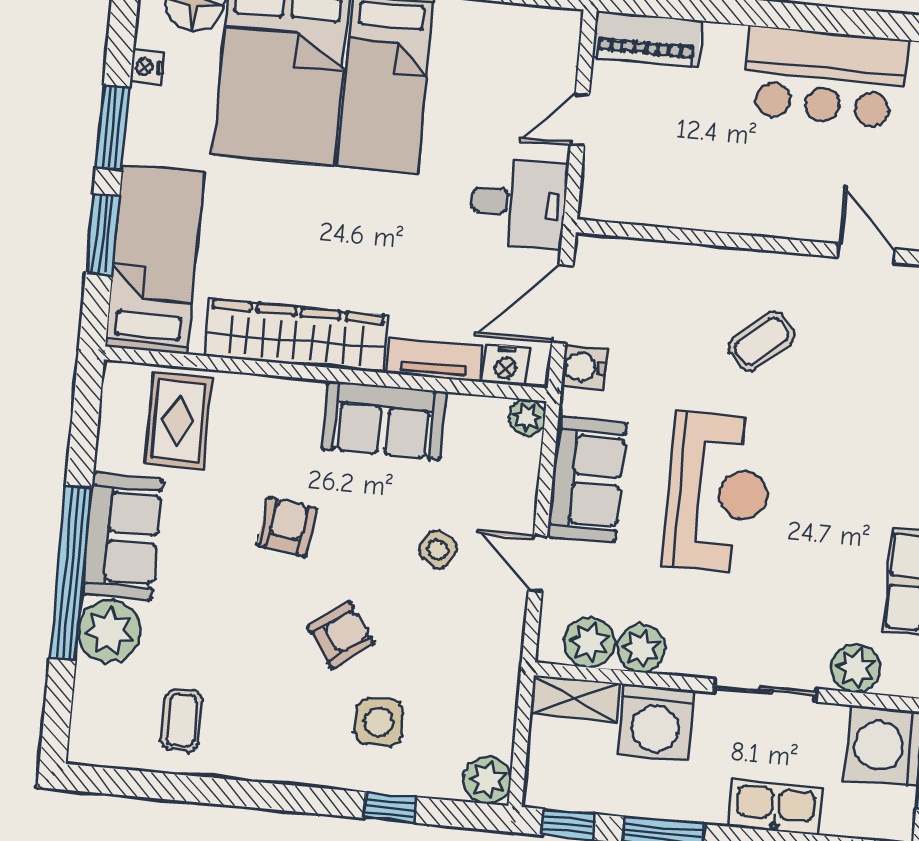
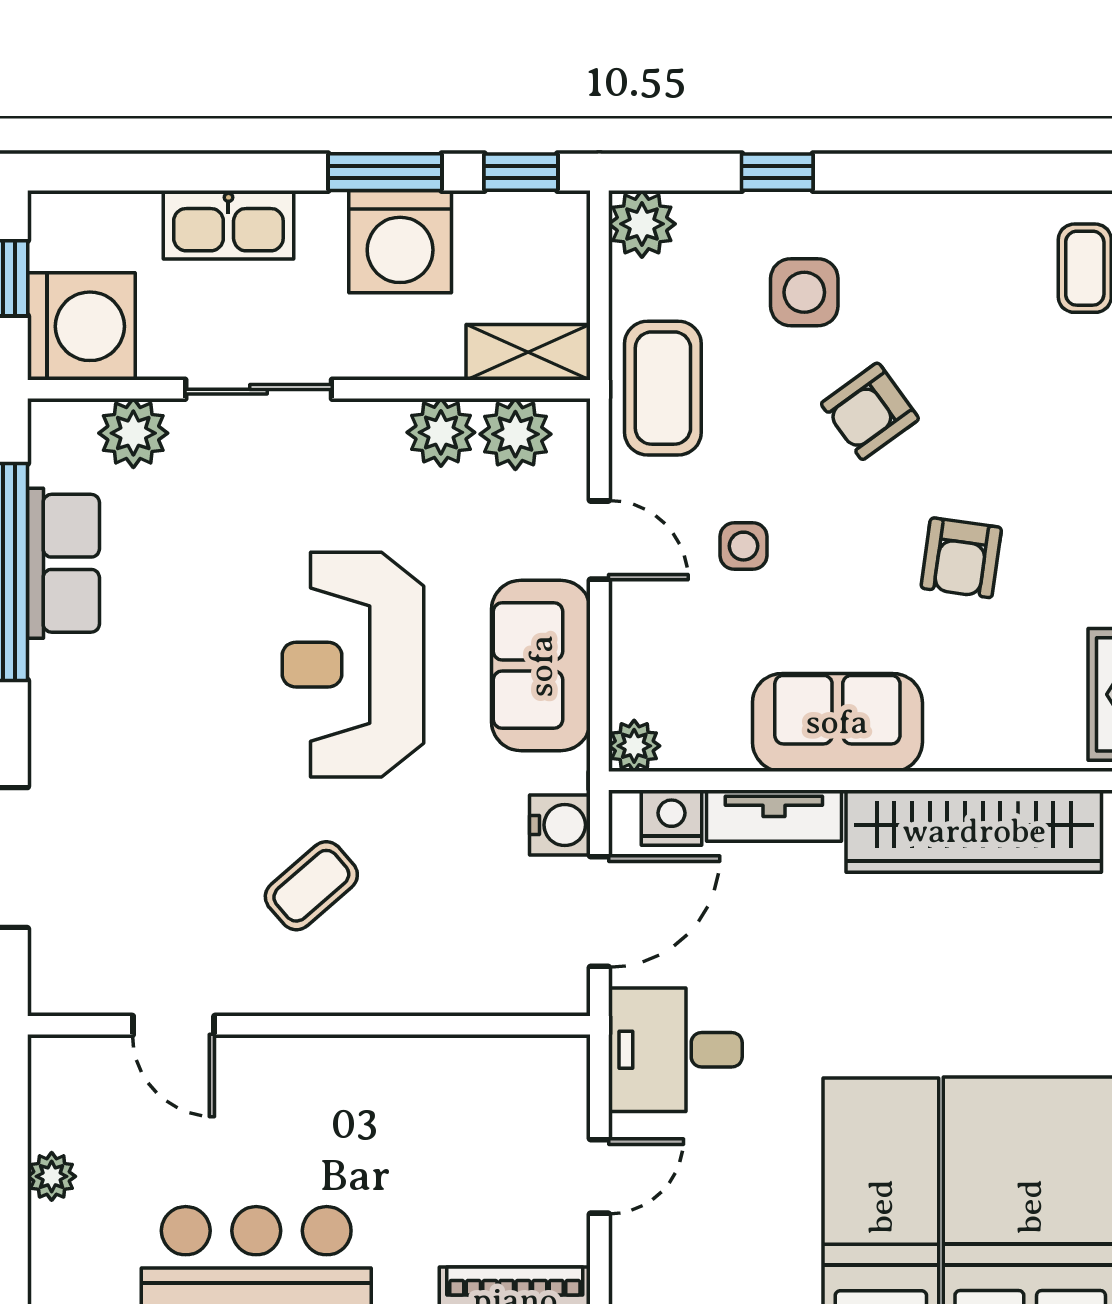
side table: (438, 549) -> (743, 546), turned -30
coffee table: (484, 665) -> (663, 388), added
washing machine: (656, 723) -> (400, 242), moved, turned 180

